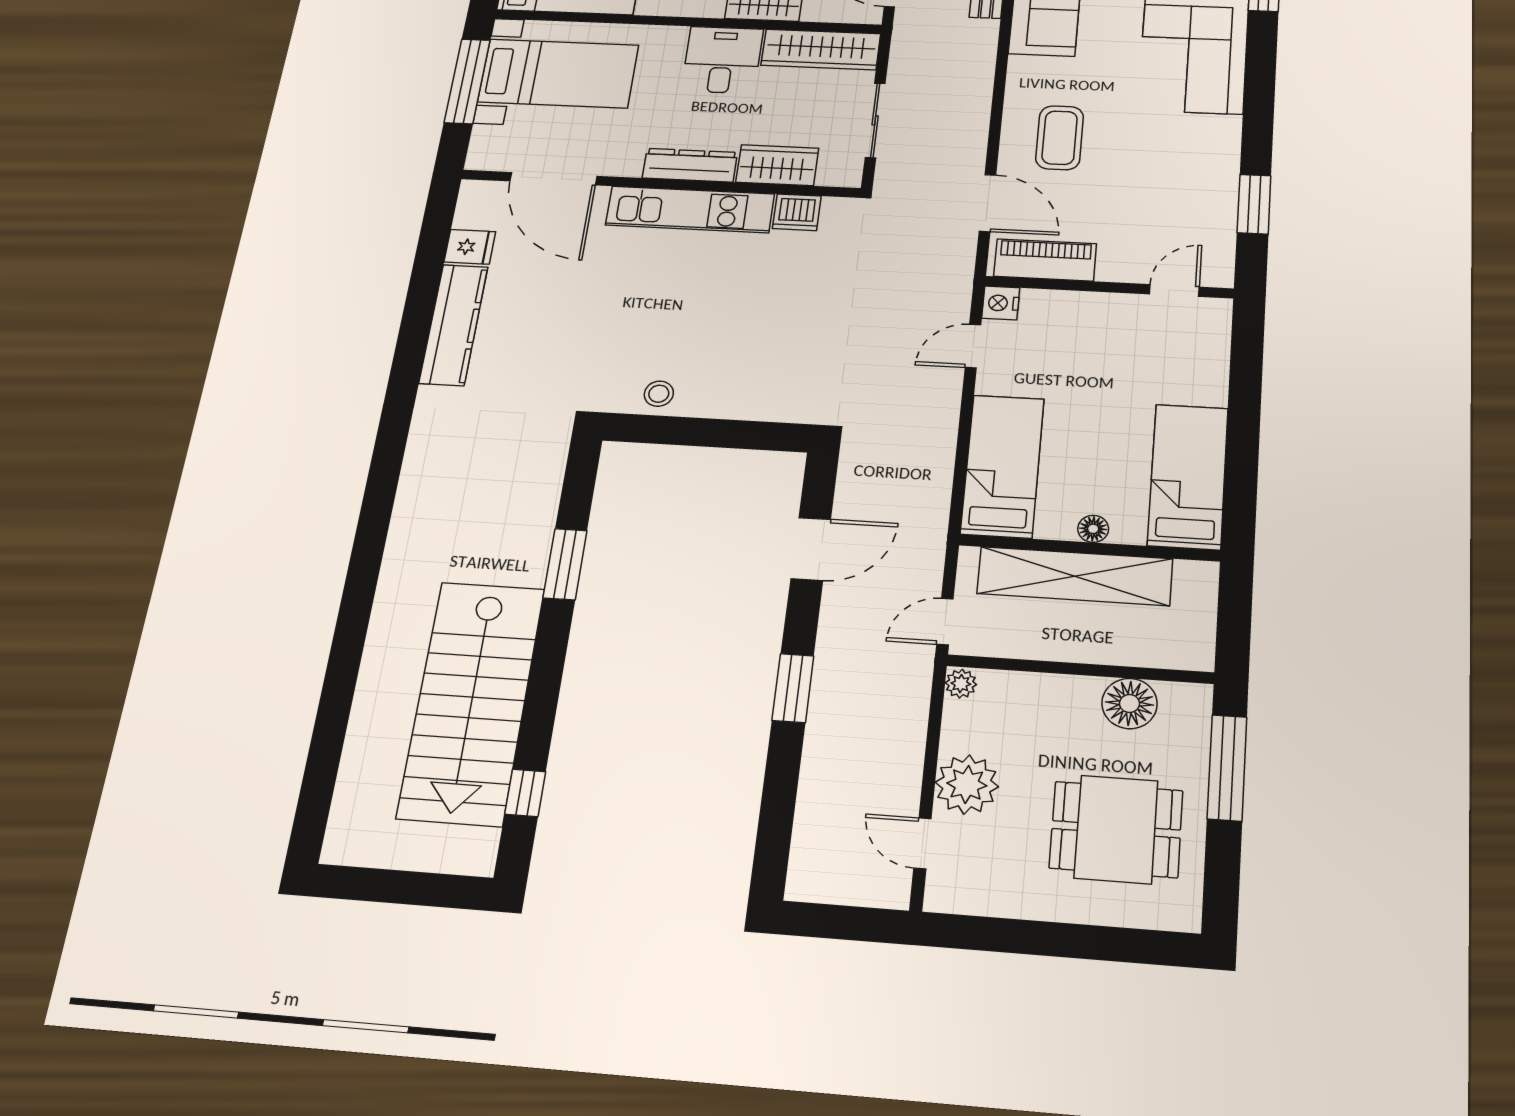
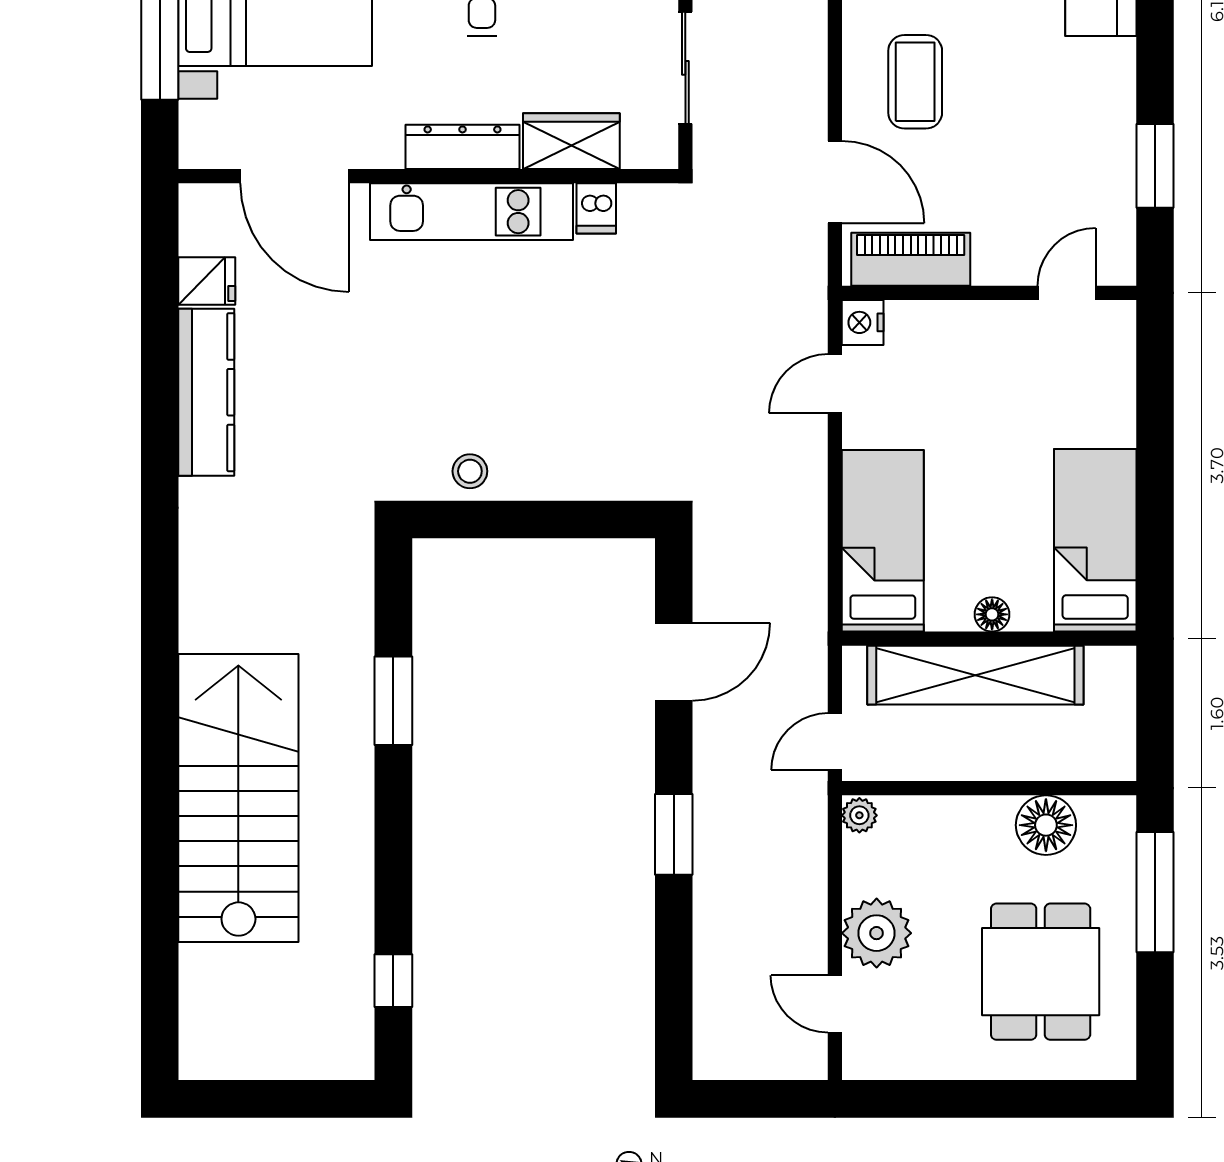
dishwasher: (797, 212) -> (596, 208), width x0.73
stairs: (472, 702) -> (238, 798), moved, turned 180
dining table: (1116, 829) -> (1041, 972), turned 90

